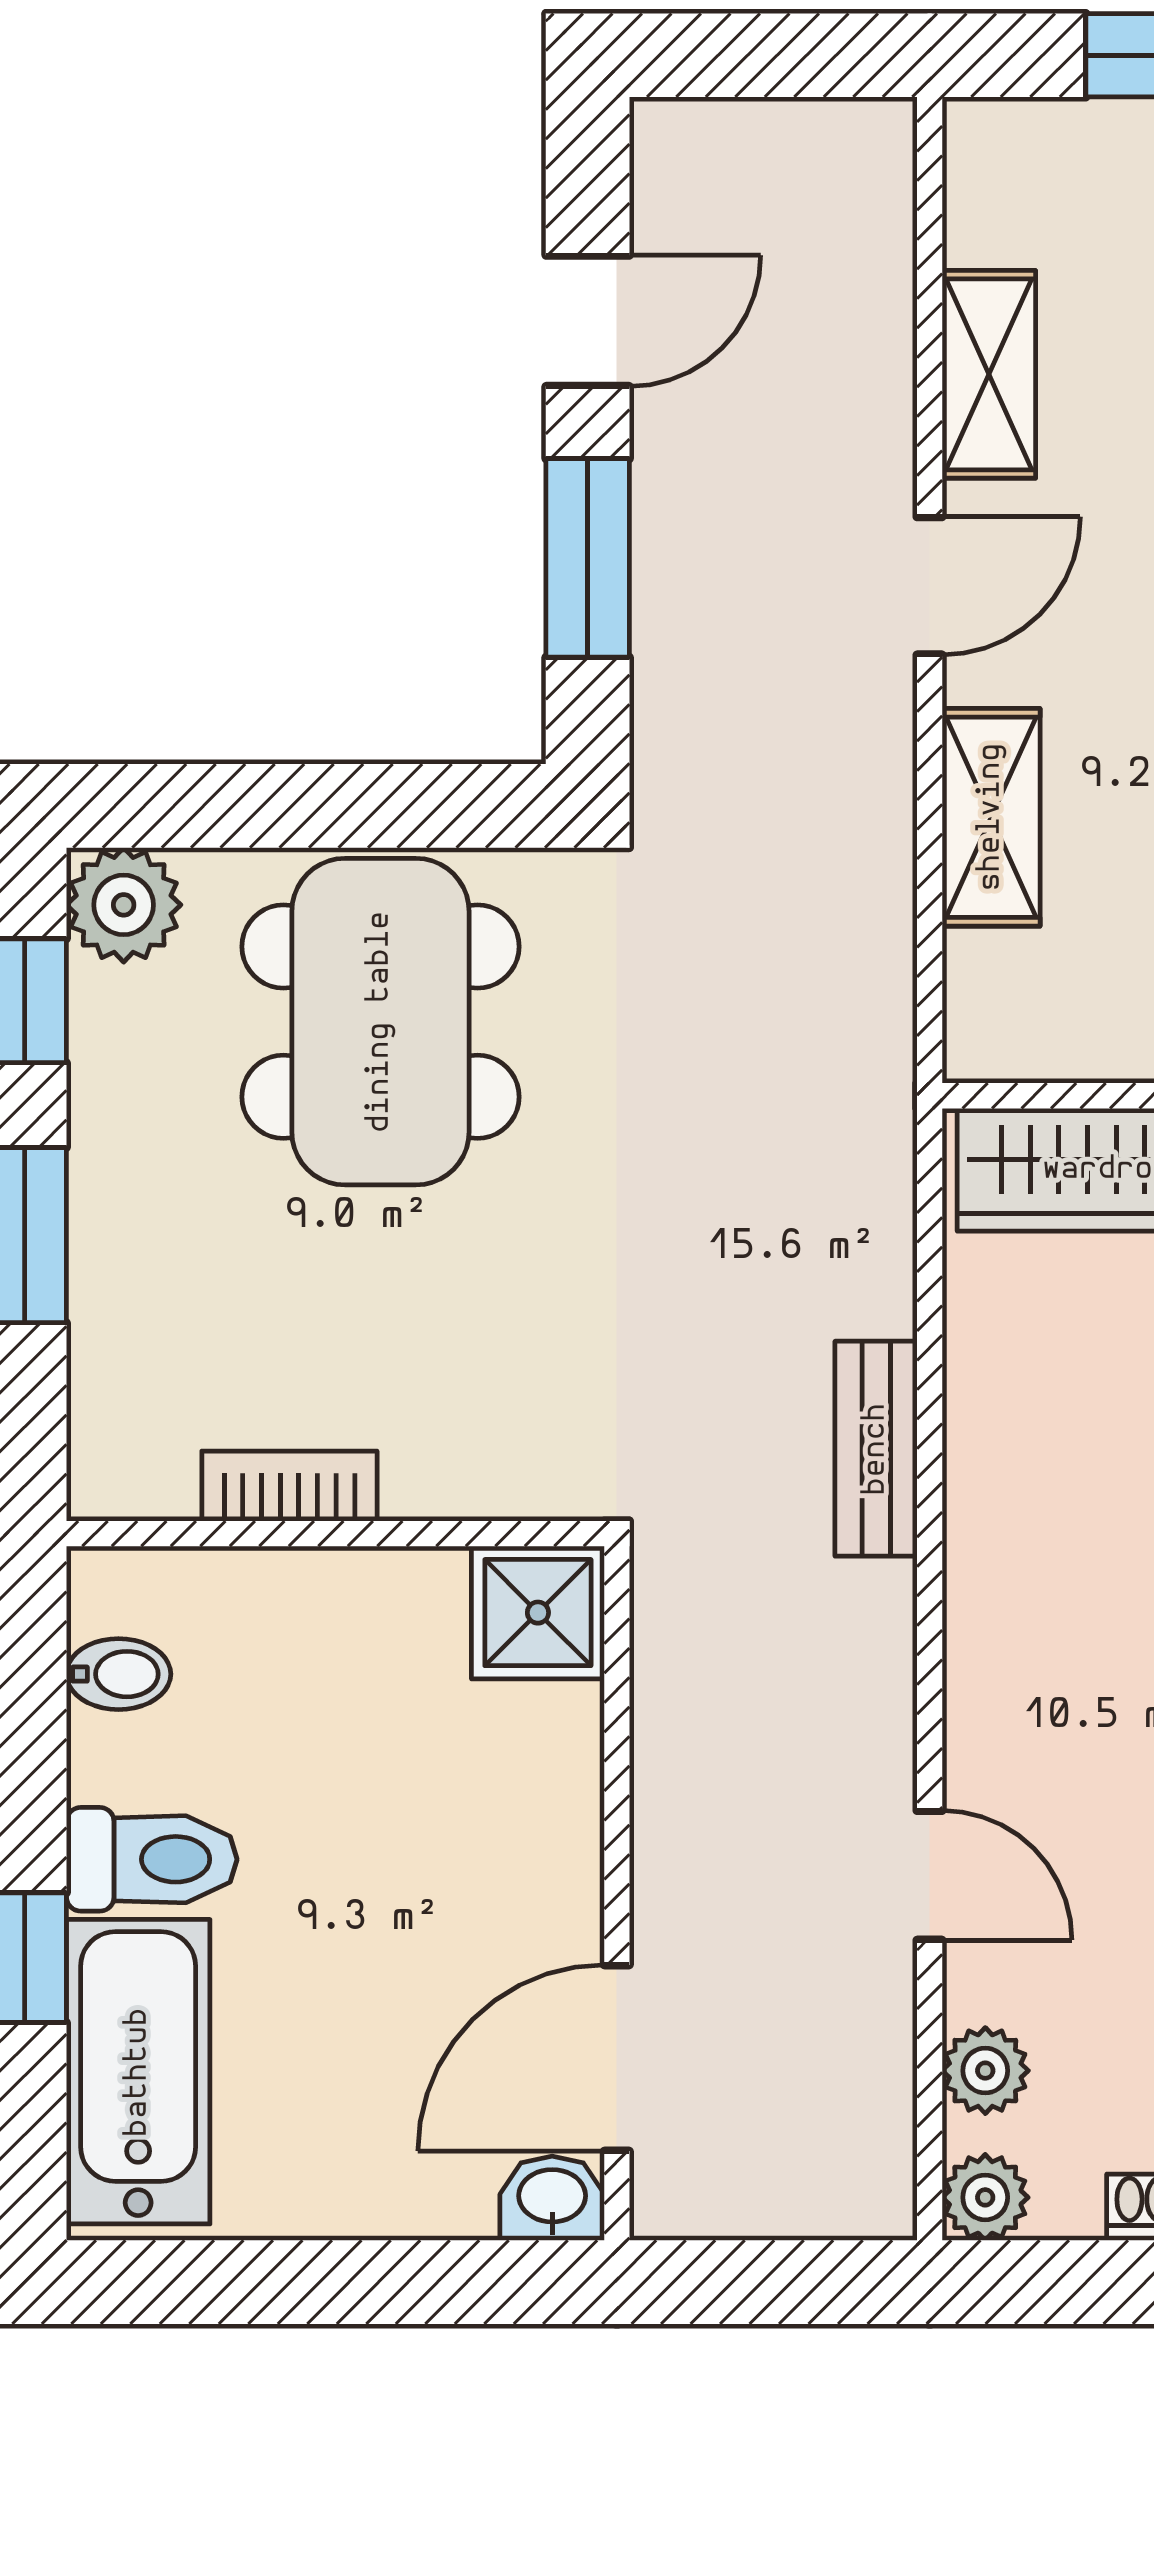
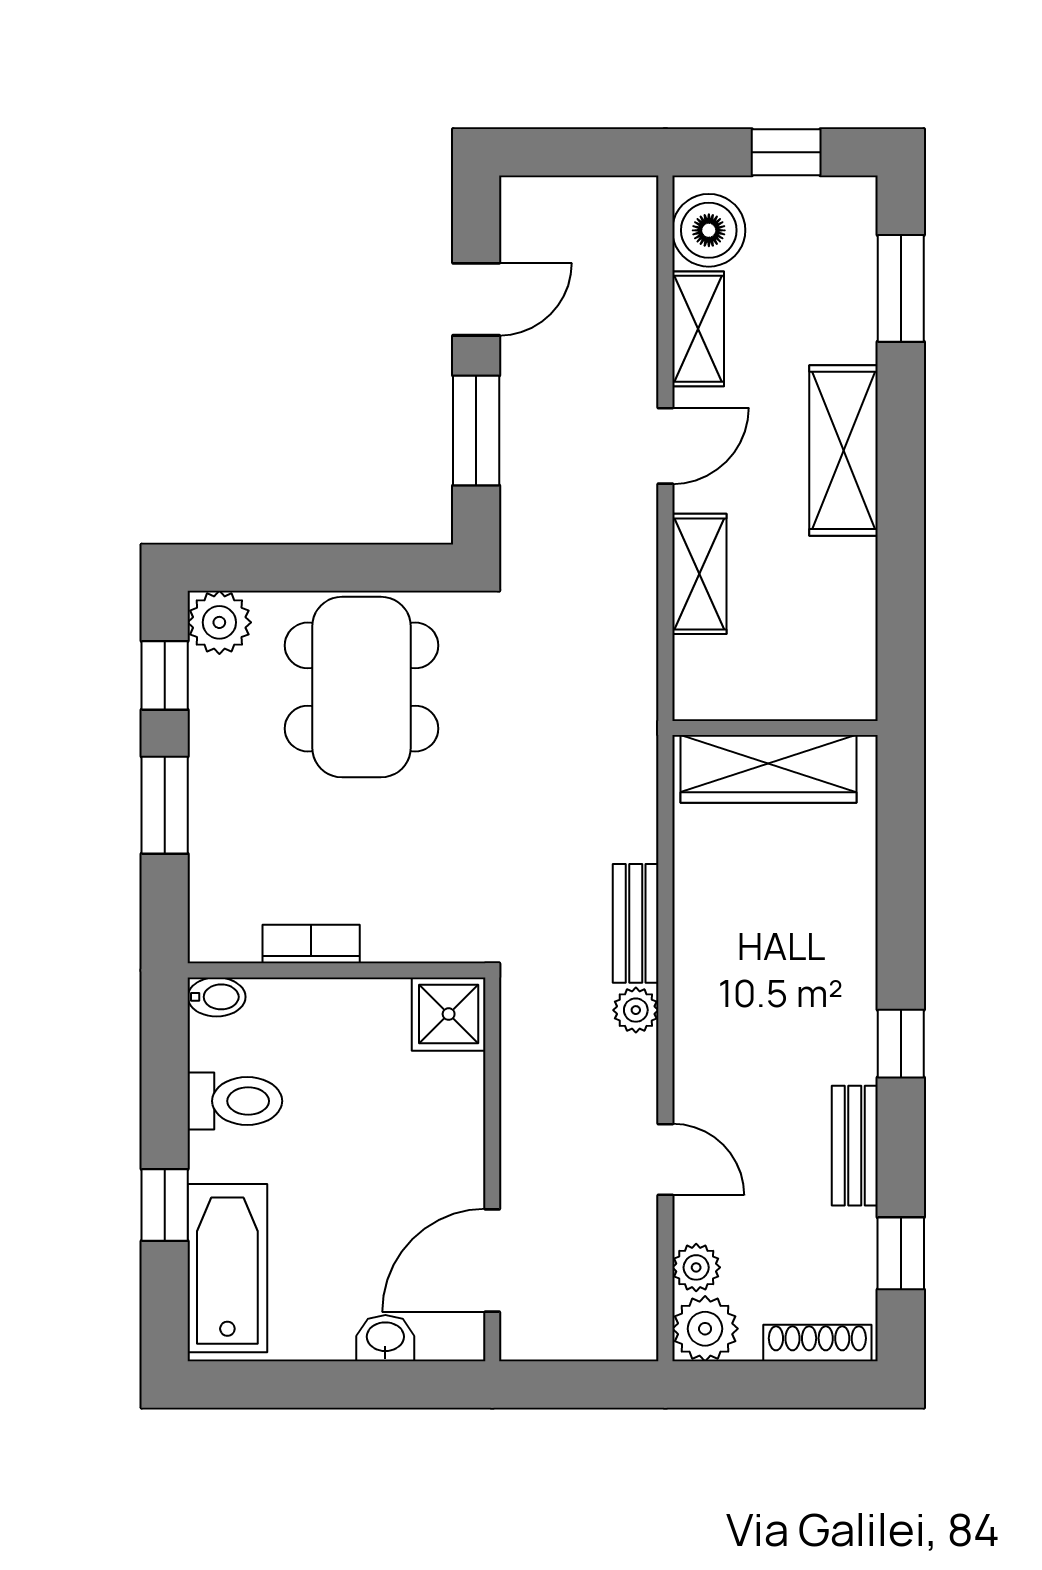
boiler: (1008, 196) -> (709, 230), added
plant: (876, 1605) -> (636, 1010), added
bidet: (119, 1674) -> (217, 997), moved
toilet: (152, 1859) -> (235, 1101), moved
plant: (985, 2197) -> (705, 1329), width x1.38, depth x1.38
washbasin: (552, 2198) -> (385, 1338), moved

